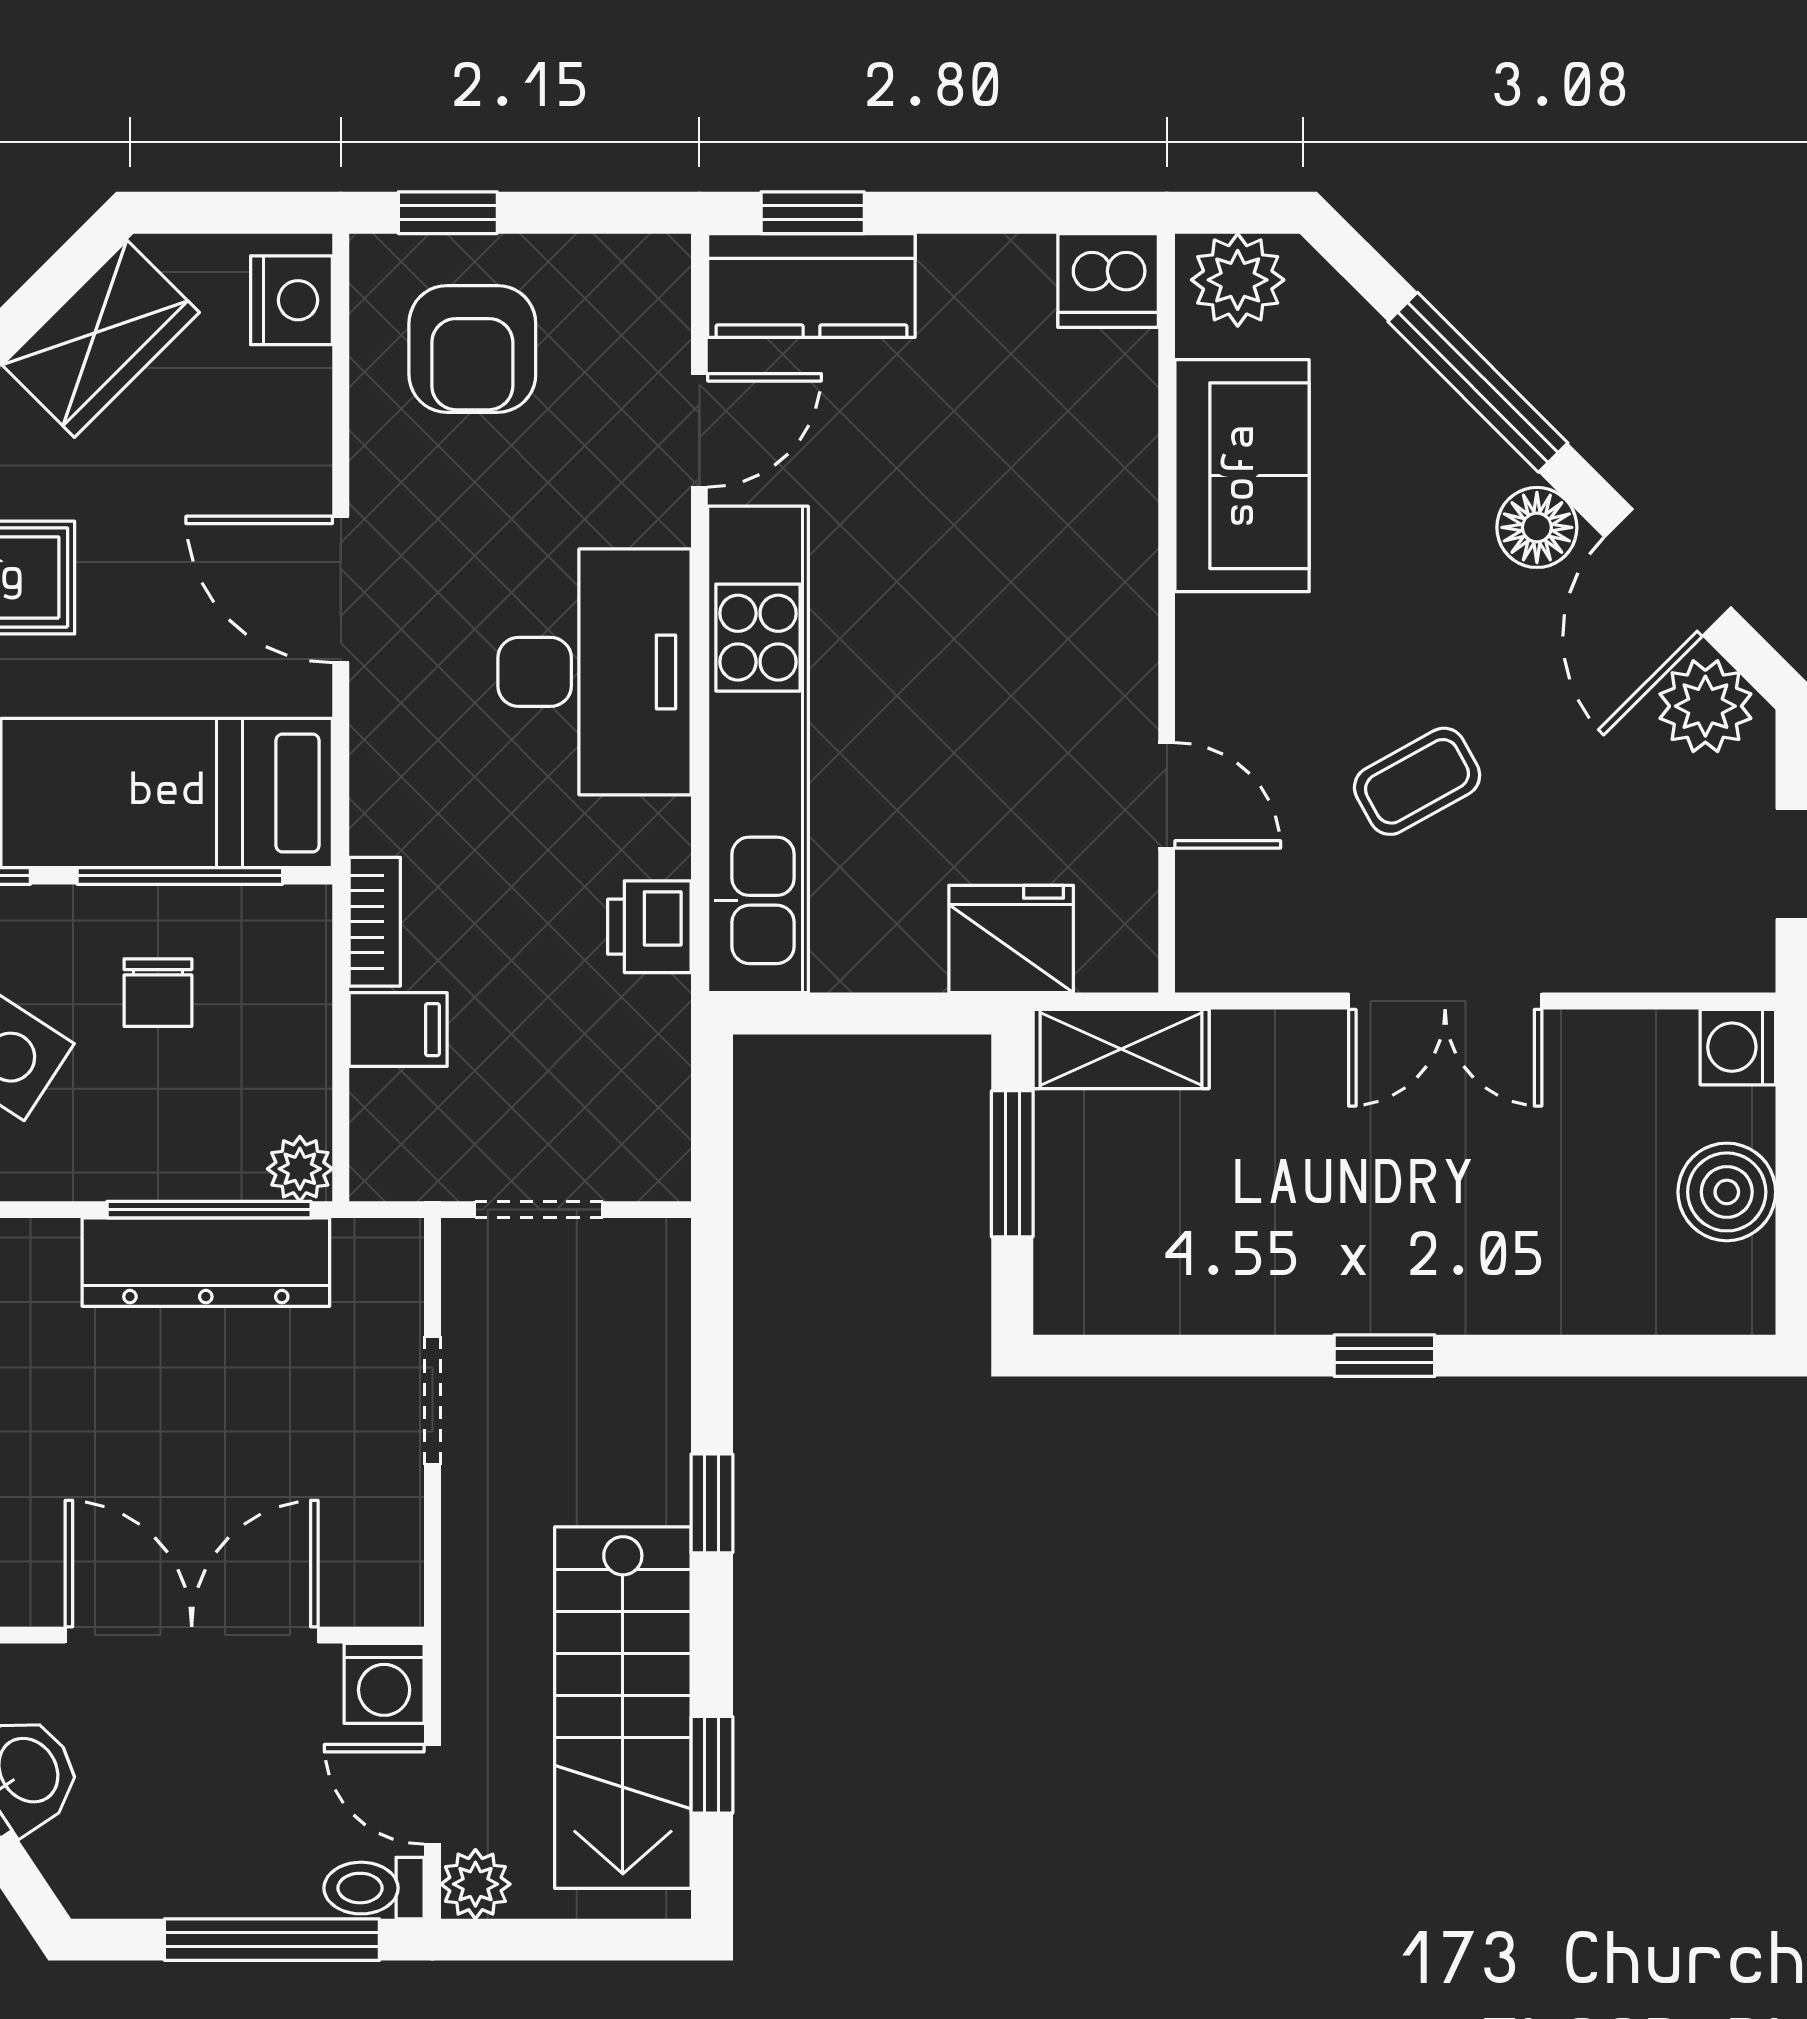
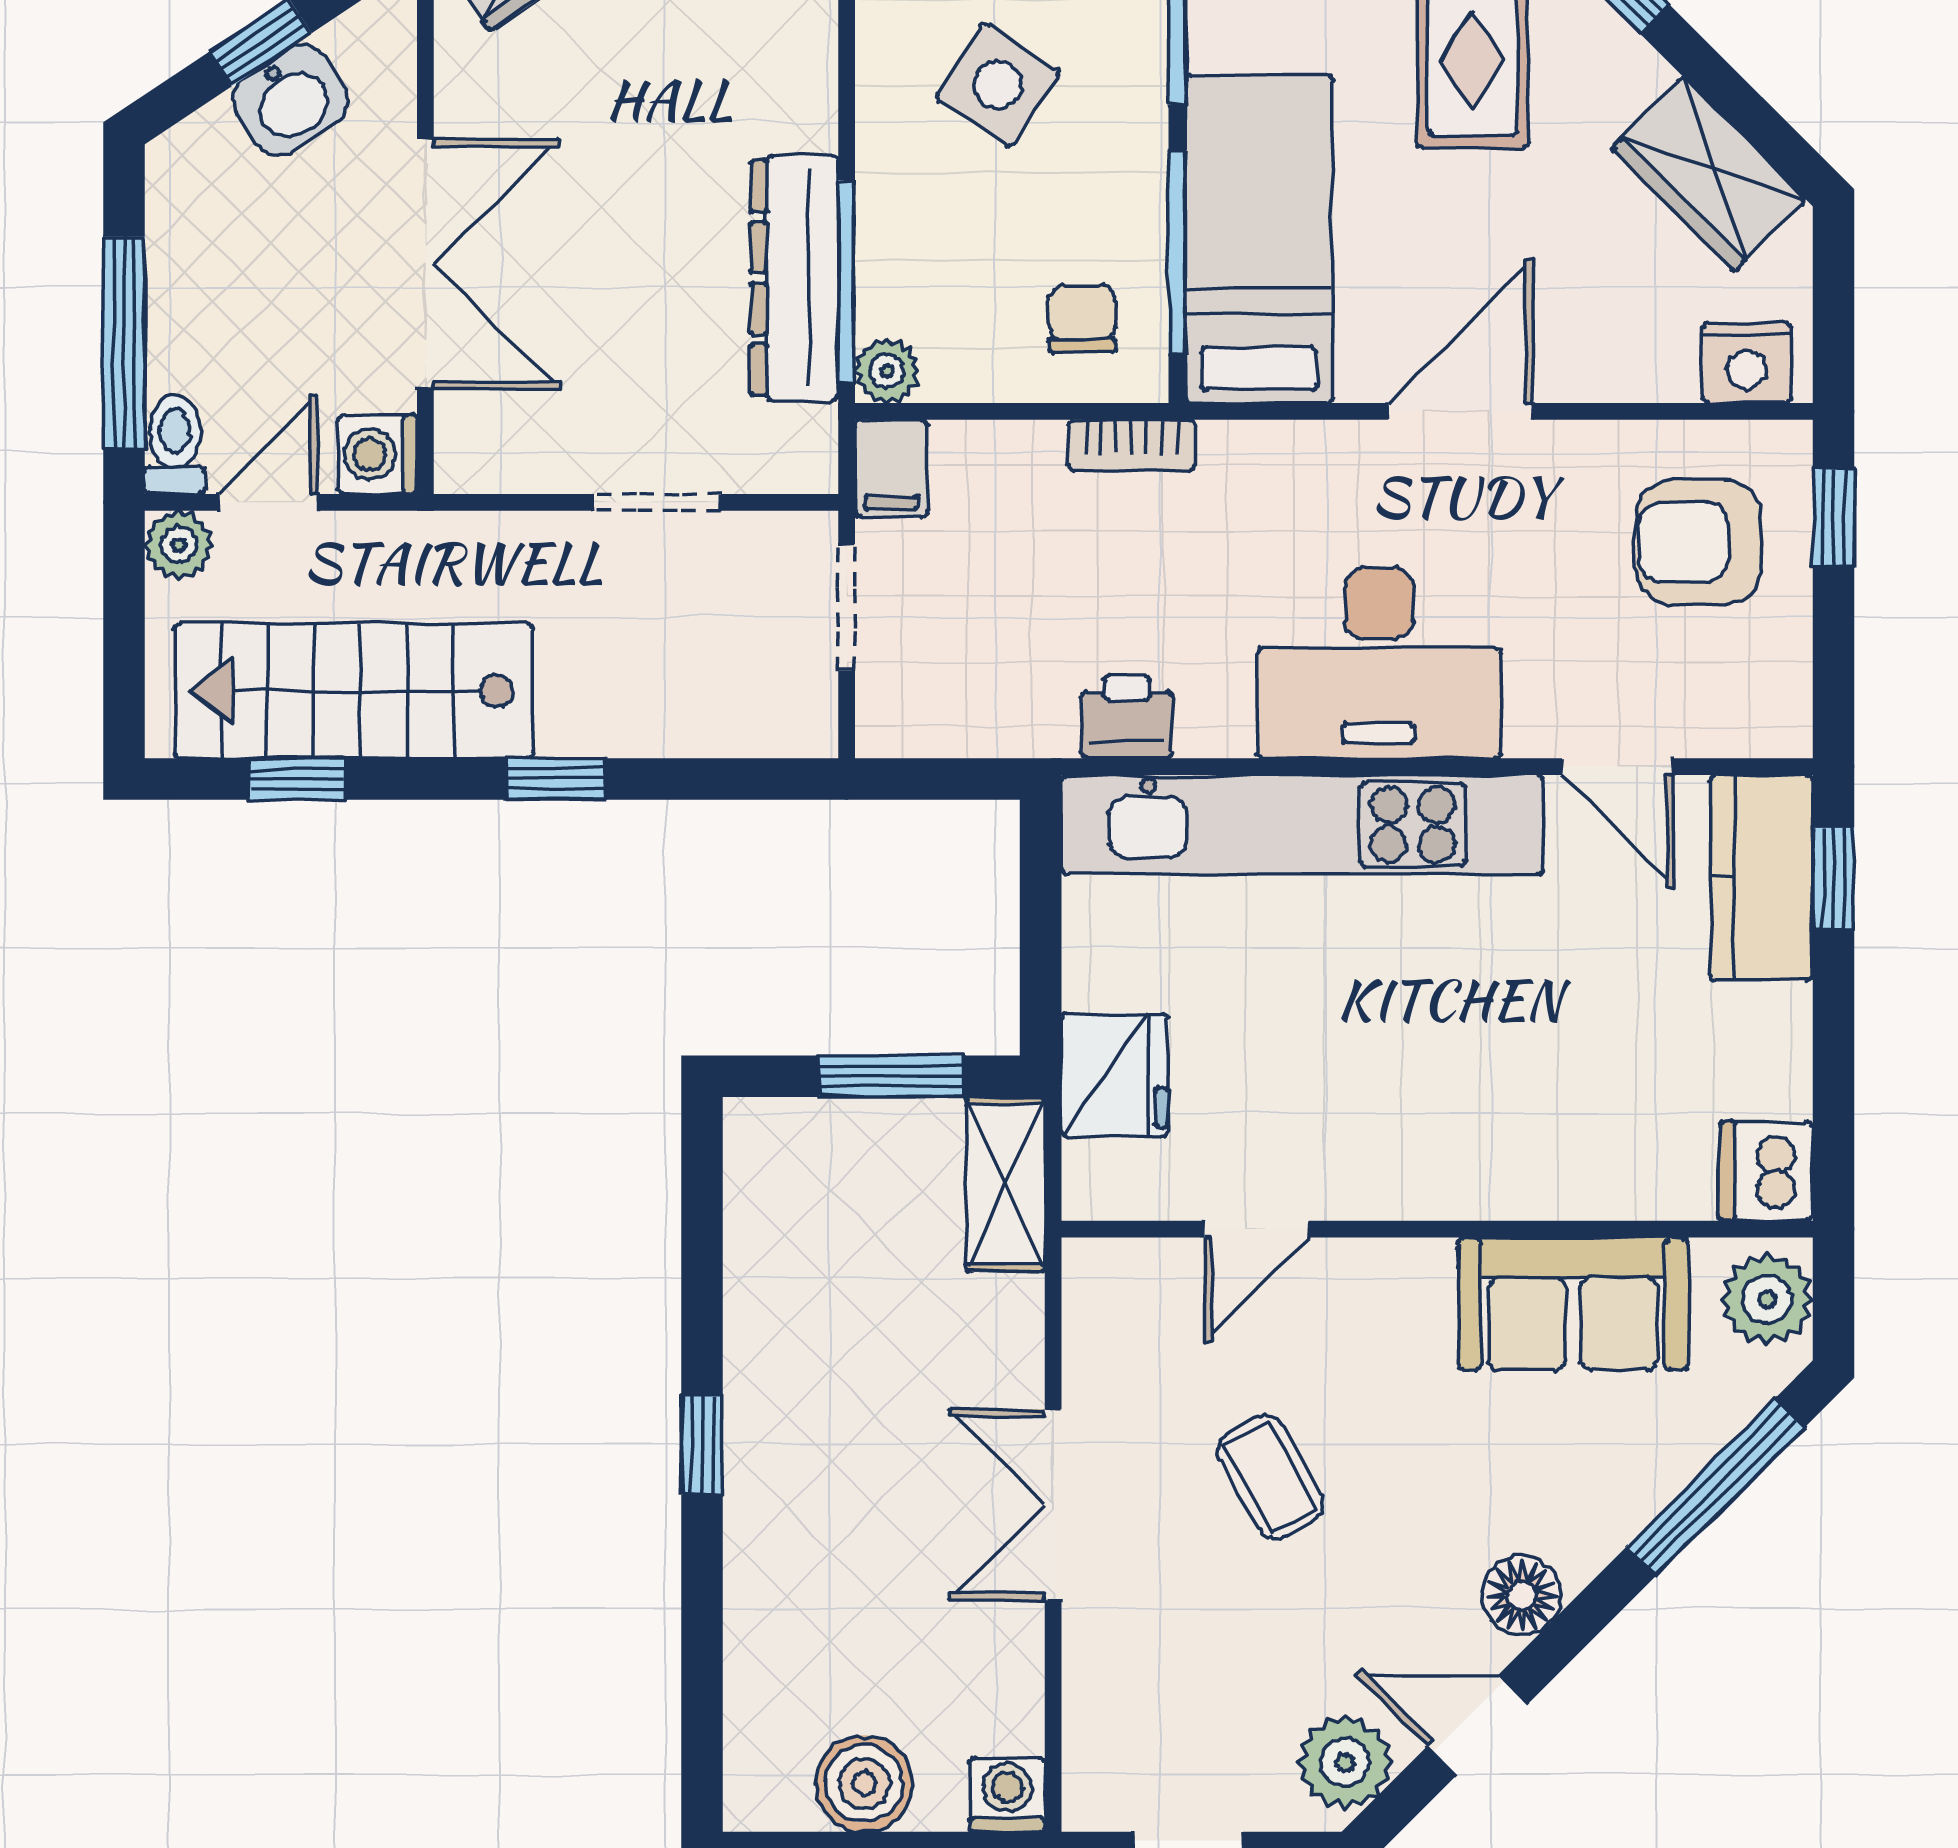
window: (1478, 382) -> (1716, 1487), moved
door: (1668, 572) -> (1478, 1725), width x0.73
chair: (158, 993) -> (1082, 319), moved, turned 90
filing cabinet: (398, 1030) -> (891, 468), moved

